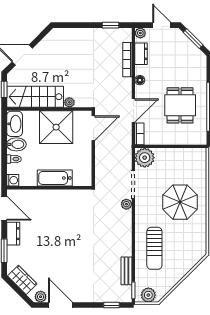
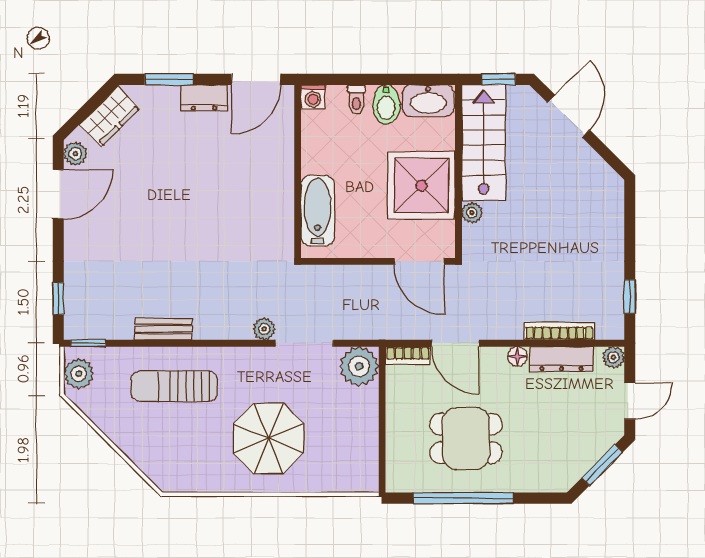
dresser: (141, 54) -> (561, 359), width x1.44
bathtub: (55, 178) -> (318, 211), moved
bench: (126, 271) -> (163, 329), moved

